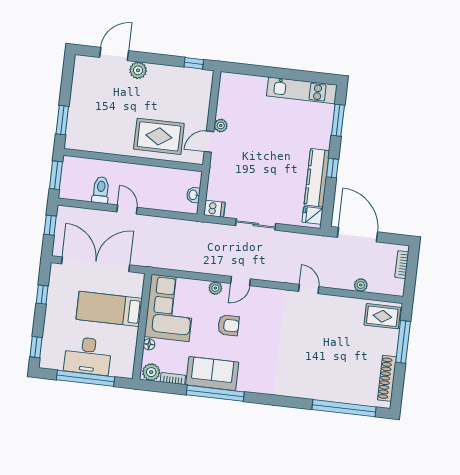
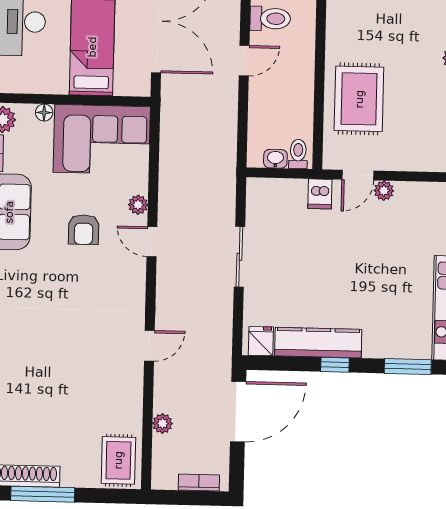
door: (209, 142) -> (358, 175), swing flipped
toilet: (192, 180) -> (298, 154), added
dishwasher: (214, 209) -> (320, 194), moved
window: (403, 342) -> (43, 494), moved

